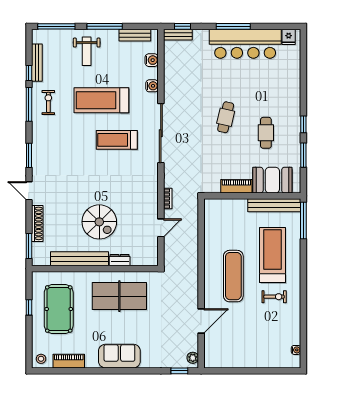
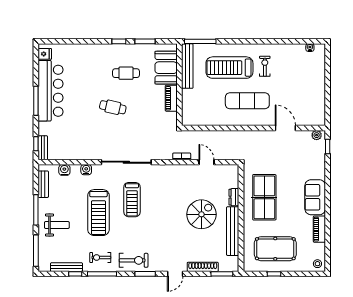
exercise bike: (45, 142) -> (134, 260), added
piano: (69, 361) -> (319, 229), moved

